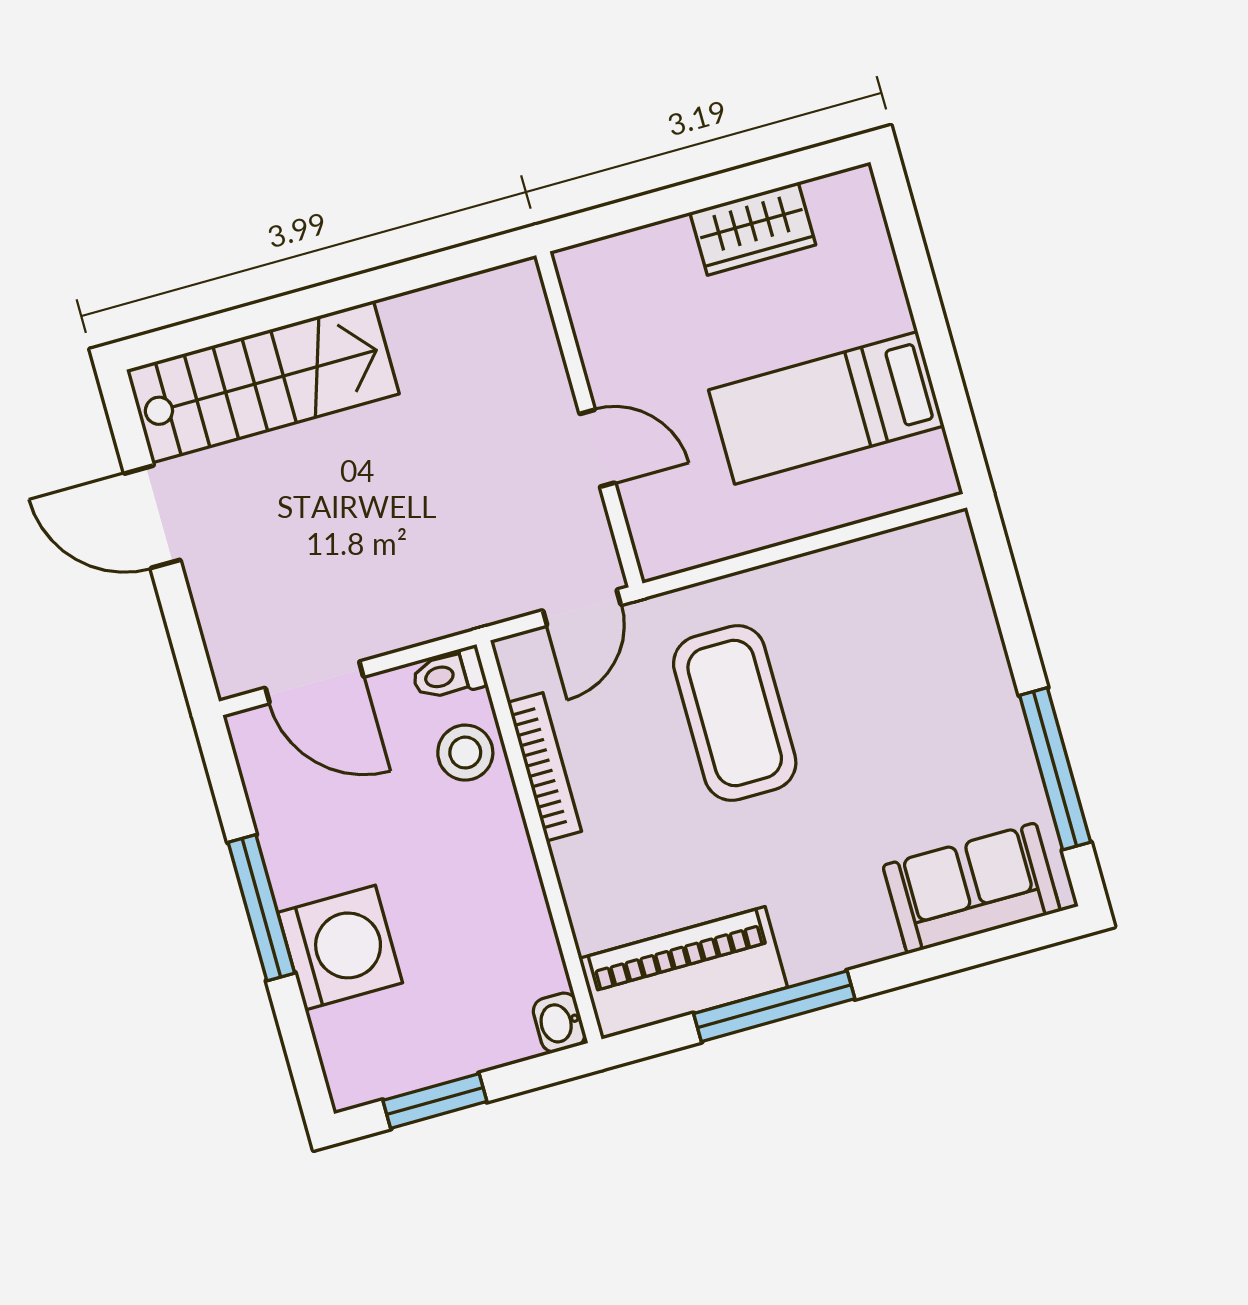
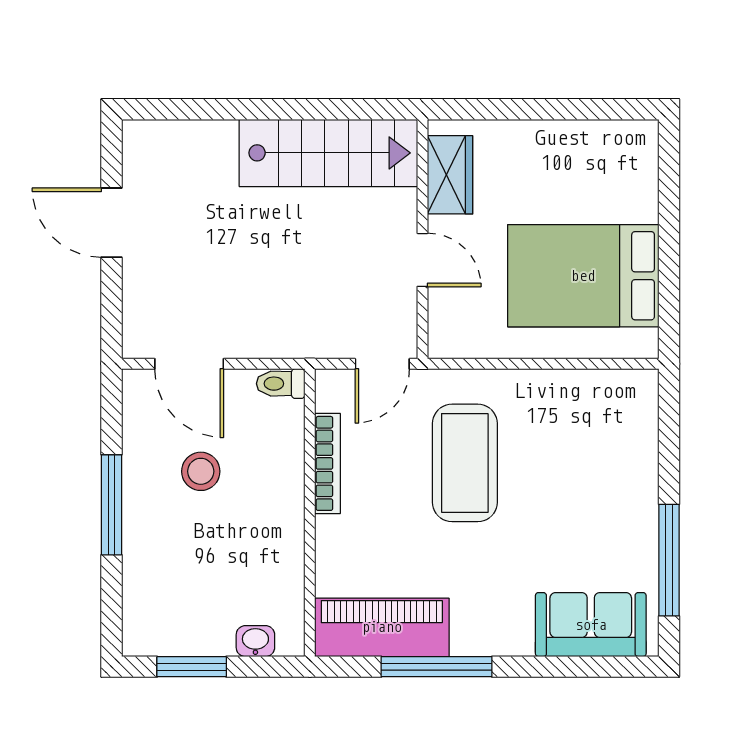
wardrobe: (753, 229) -> (450, 175), moved, turned -90
stairs: (263, 382) -> (328, 153), moved
bed: (826, 408) -> (583, 276), width x1.50
stool: (465, 753) -> (201, 471), moved
washing machine: (340, 948) -> (157, 546), removed
washbasin: (559, 1023) -> (255, 641), moved, turned 90

